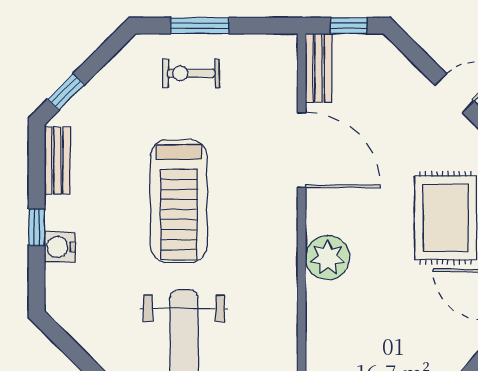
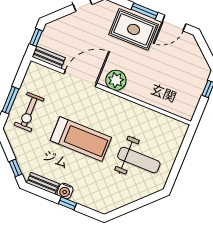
exercise bike: (191, 73) -> (29, 112), width x1.38, depth x1.39
water cooler: (60, 247) -> (65, 191), moved
plant: (328, 258) -> (116, 80), moved

